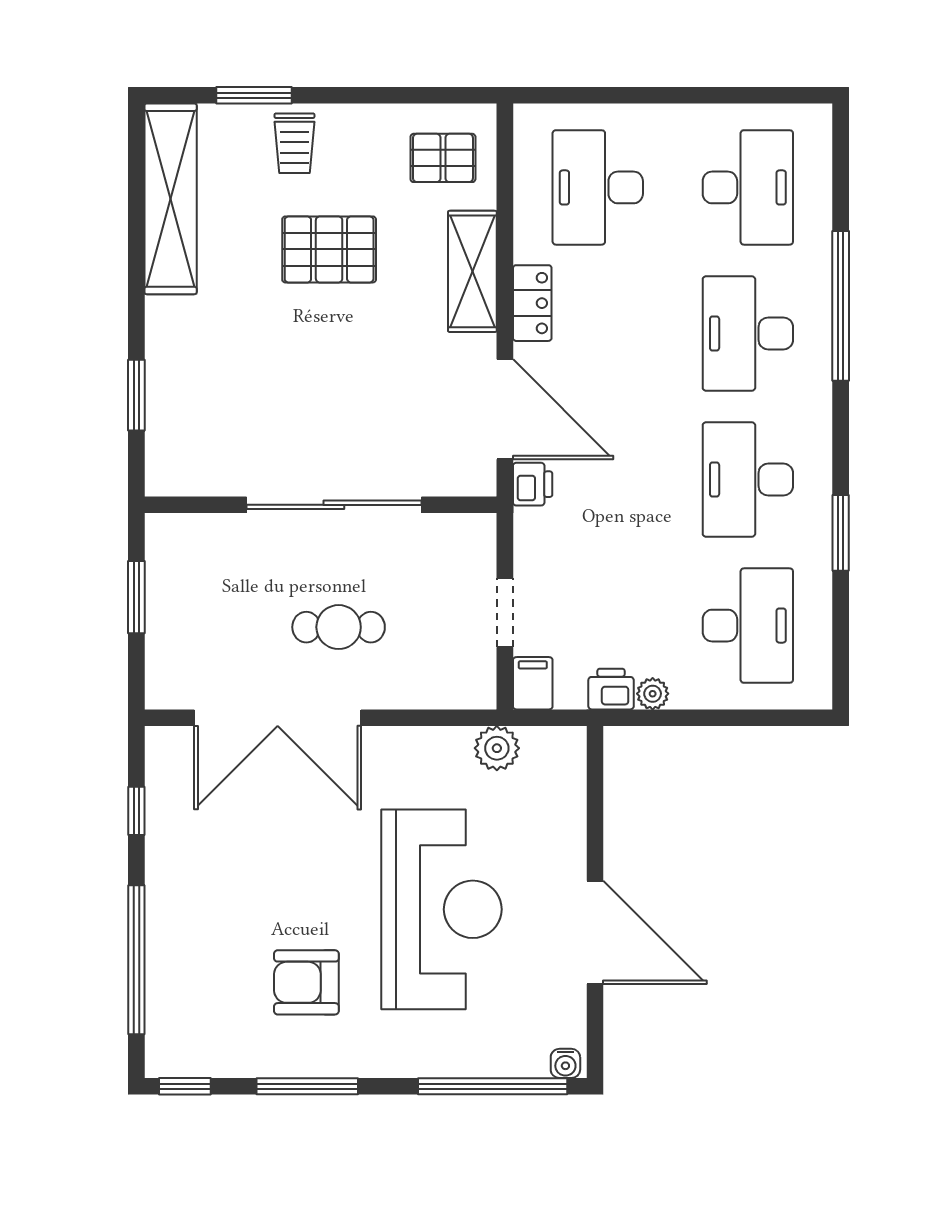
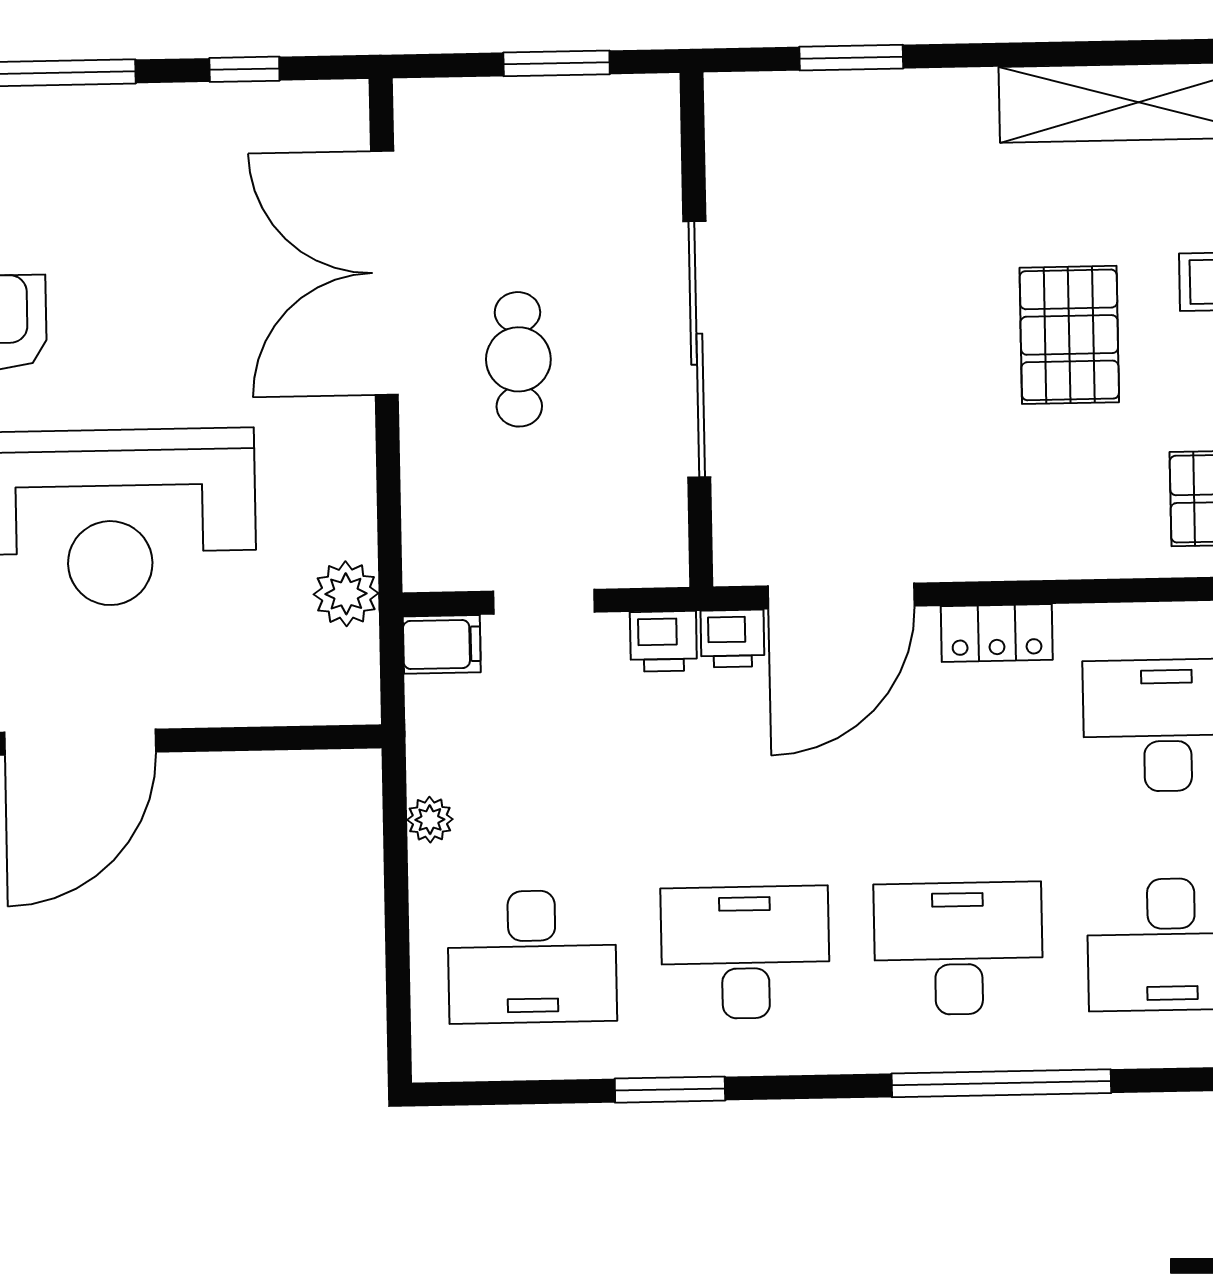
shelving: (472, 271) -> (1041, 545), removed
printer: (611, 689) -> (663, 641), moved, turned 90

